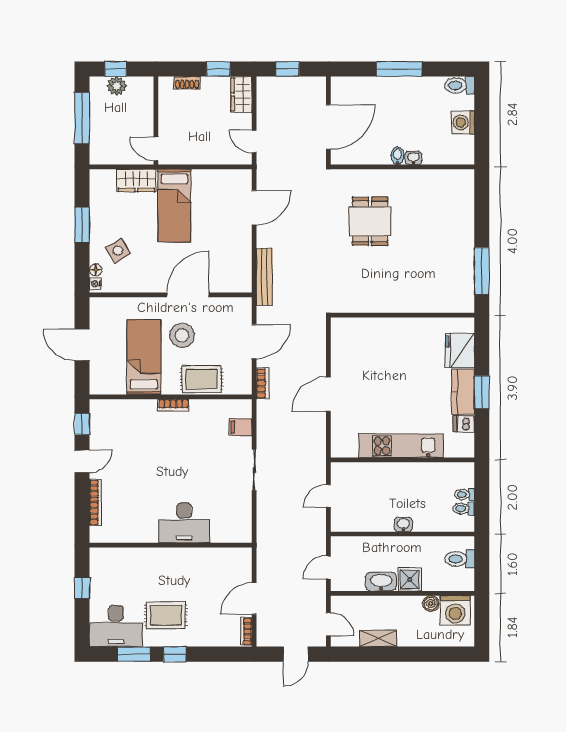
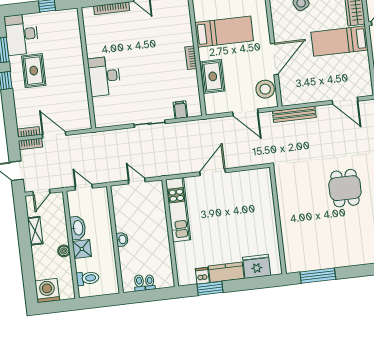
dining table: (370, 221) -> (345, 188), turned 90
door: (188, 295) -> (274, 59), hinge flipped
stool: (182, 335) -> (265, 89), moved
bookcase: (263, 383) -> (30, 144), moved
window: (482, 392) -> (210, 288), moved
door: (328, 394) -> (213, 172), hinge flipped
kitchen unit: (401, 446) -> (178, 210), moved
toilet: (460, 559) -> (88, 278), moved, turned 90
boiler: (431, 604) -> (64, 251), moved
washing machine: (455, 610) -> (47, 291), moved, turned 90

